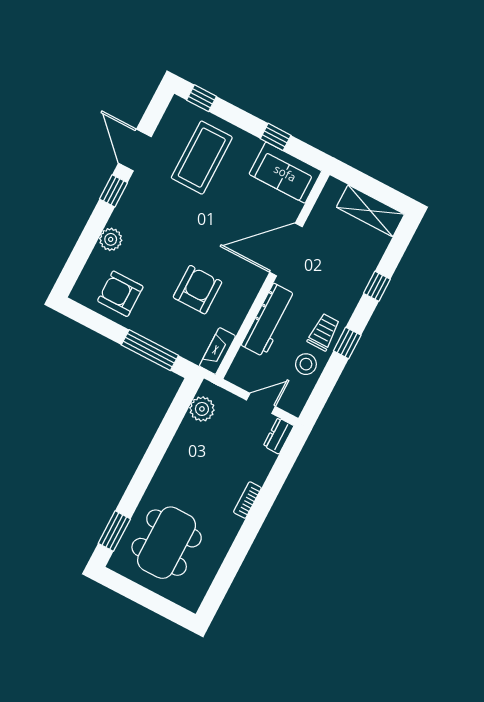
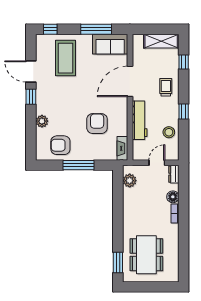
window: (276, 137) -> (96, 29), width x2.17
window: (377, 286) -> (184, 62), moved
trolley: (324, 332) -> (166, 87), moved
window: (150, 350) -> (78, 165), moved
floor lamp: (258, 472) -> (173, 197), added

